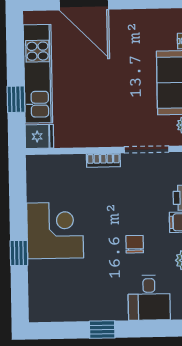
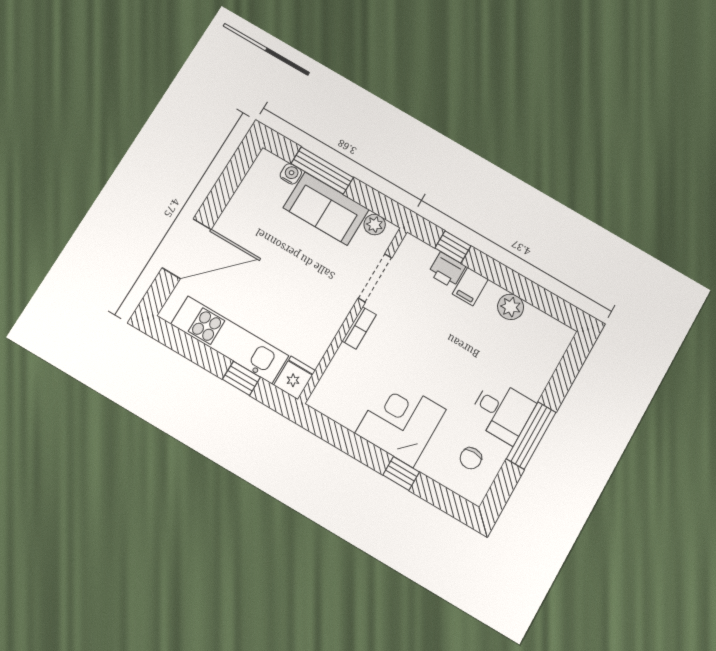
chair: (135, 244) -> (471, 458), moved, turned -90
desk: (149, 298) -> (502, 411), moved
window: (102, 330) -> (531, 436), width x2.17

